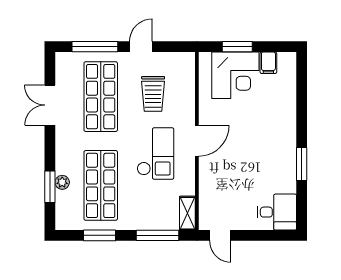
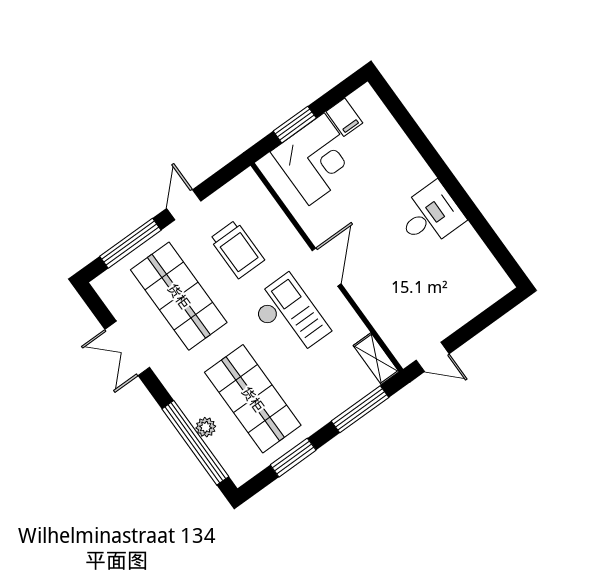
window: (302, 164) -> (467, 206), removed
window: (50, 187) -> (195, 443), width x2.11
desk: (277, 212) -> (430, 216), moved

